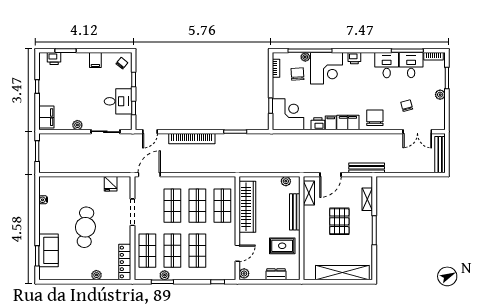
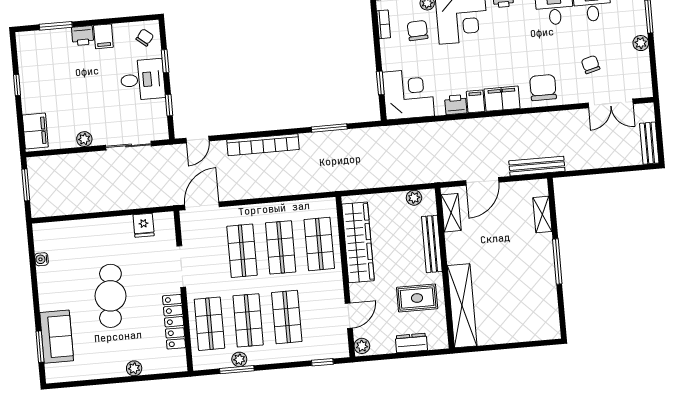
printer: (54, 59) -> (83, 36), moved
desk: (118, 101) -> (143, 80), moved
bench: (440, 155) -> (649, 143), width x0.73
pallet: (339, 221) -> (502, 252), removed
locker: (125, 262) -> (174, 322), moved
shelving: (342, 273) -> (462, 306), moved, turned 90

